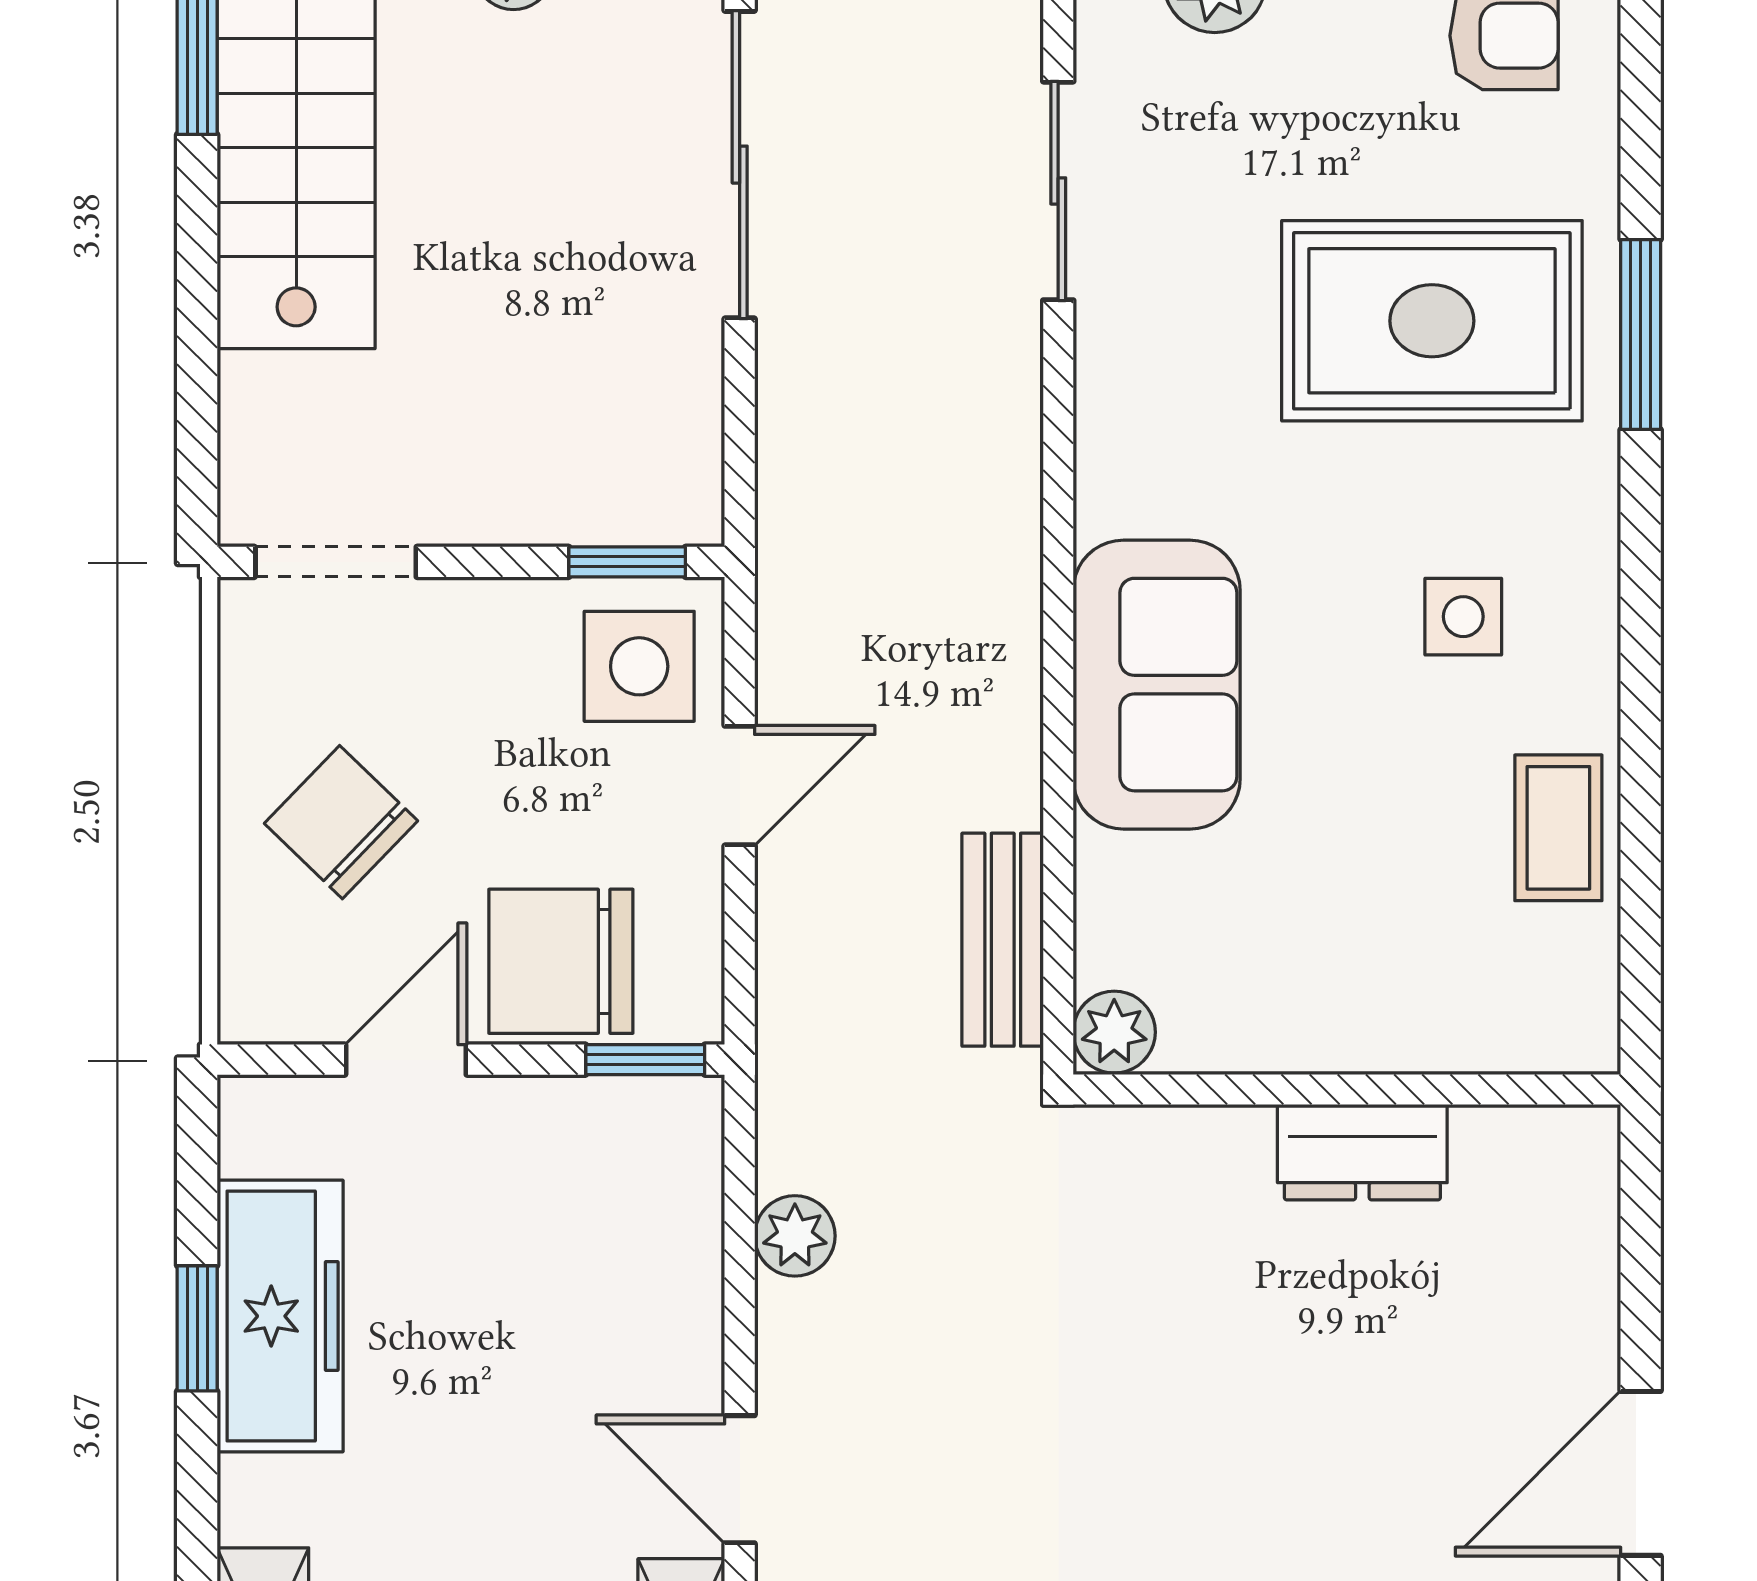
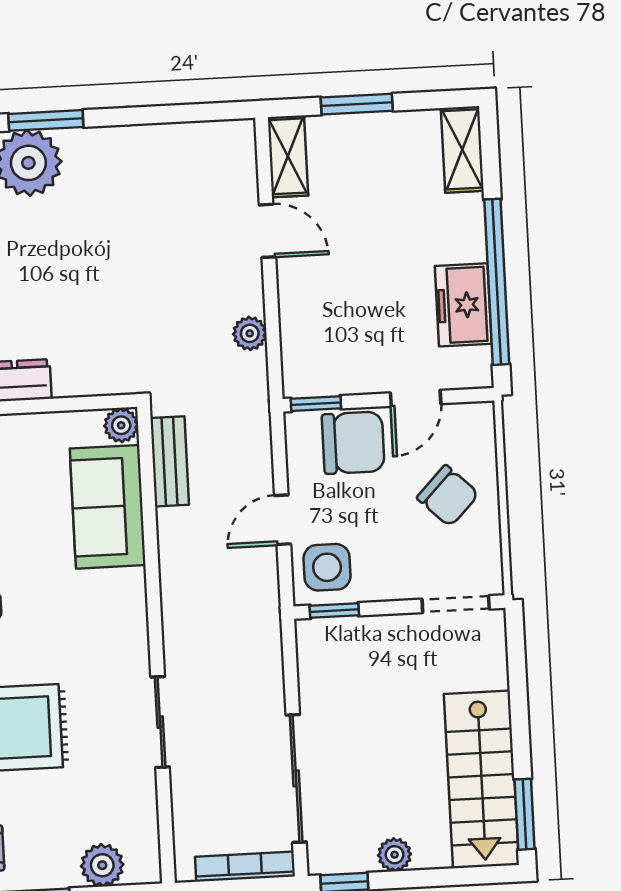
sliding door: (1058, 191) -> (160, 722), moved
sofa: (1157, 685) -> (108, 507), moved
freezer: (280, 1316) -> (463, 305), width x0.71
window: (197, 1328) -> (497, 282), width x3.17

